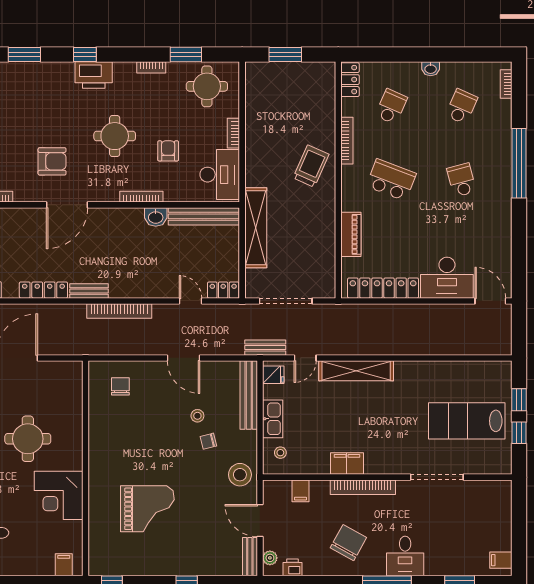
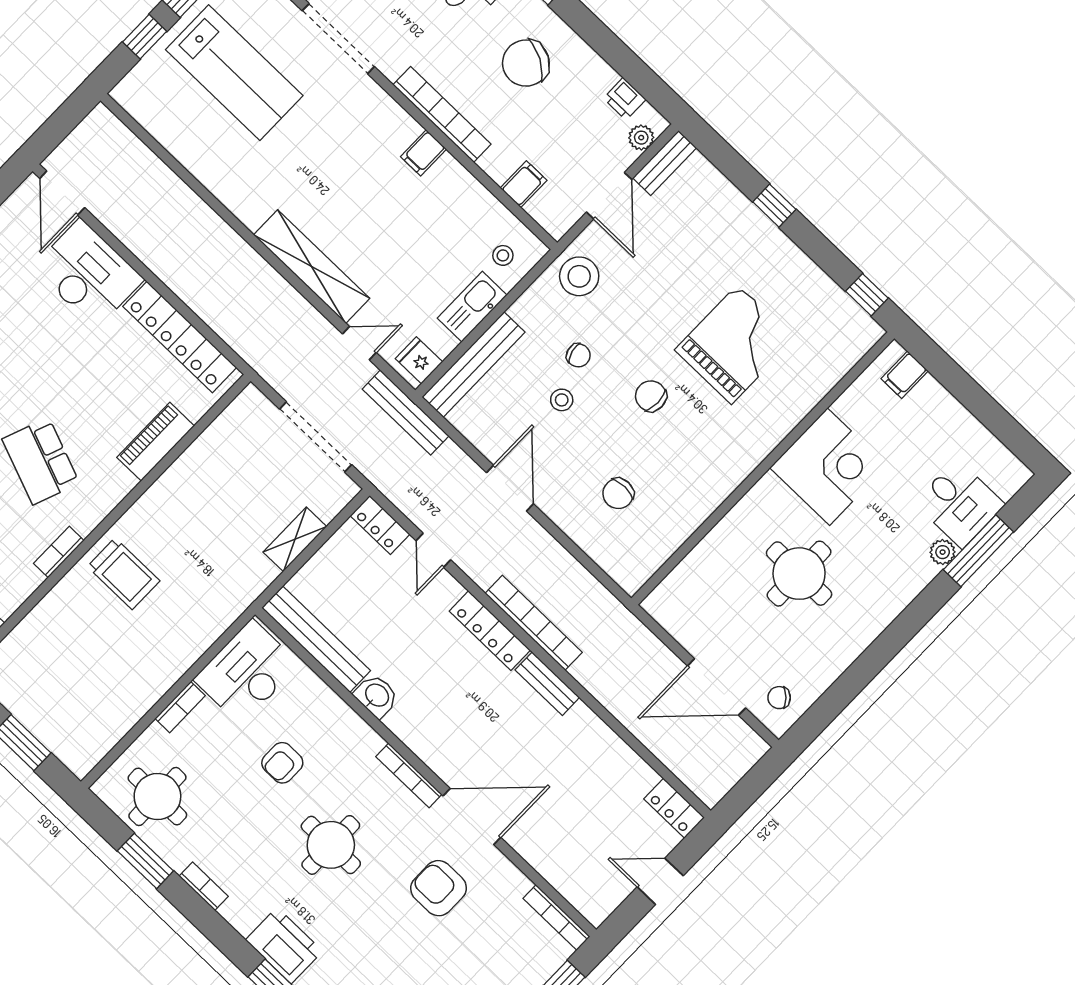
bookcase: (347, 141) -> (59, 552), width x0.64
trolley: (311, 166) -> (124, 574), turned -114
bookcase: (141, 197) -> (409, 775), moved
shelving: (256, 228) -> (295, 539), width x0.45, depth x0.75
locker: (43, 290) -> (490, 631), moved
bench: (265, 348) -> (406, 413), width x1.36
chair: (120, 386) -> (618, 494), moved
chair: (162, 453) -> (651, 396), added
filing cabinet: (347, 464) -> (423, 153), width x0.50
grand piano: (147, 509) -> (735, 344), turned 90

